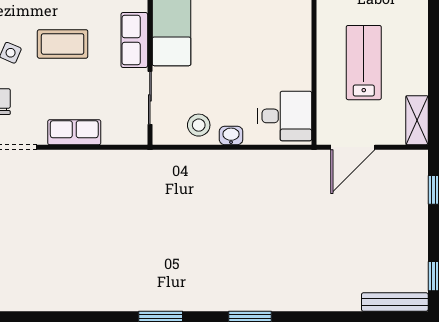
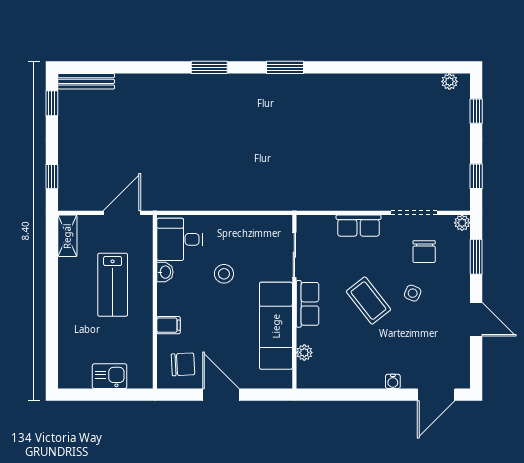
filing cabinet: (298, 15) -> (169, 325), added
coffee table: (63, 44) -> (368, 301), turned 52
stool: (199, 125) -> (224, 274), moved
washbasin: (231, 135) -> (165, 272), moved, turned -90

